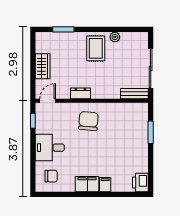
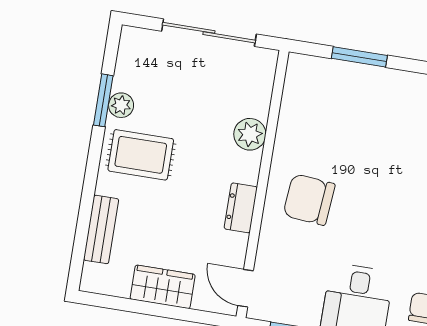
window: (63, 29) -> (103, 100), moved
plant: (111, 92) -> (250, 134), added
bench: (134, 94) -> (101, 229), moved

